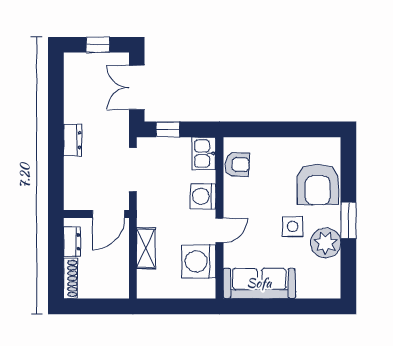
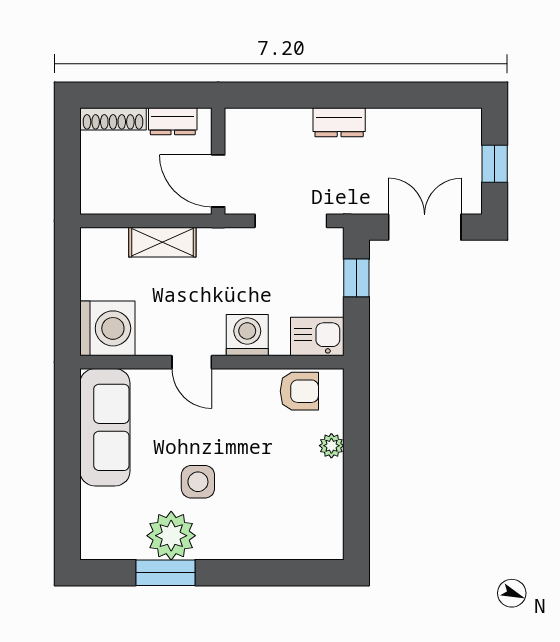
plant: (271, 145) -> (331, 446), added
armchair: (237, 164) -> (299, 391), turned -93
armchair: (318, 184) -> (266, 523), removed
window: (348, 220) -> (166, 573), moved
washing machine: (199, 261) -> (107, 328), moved, turned 90

